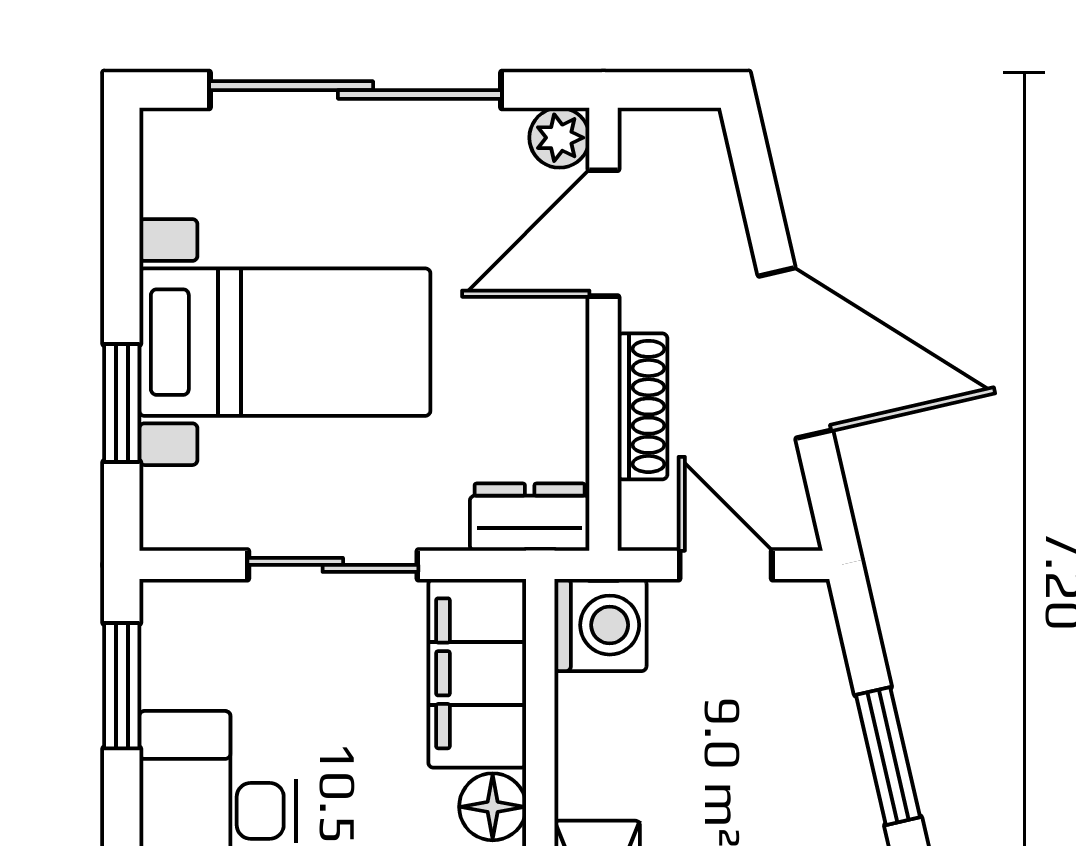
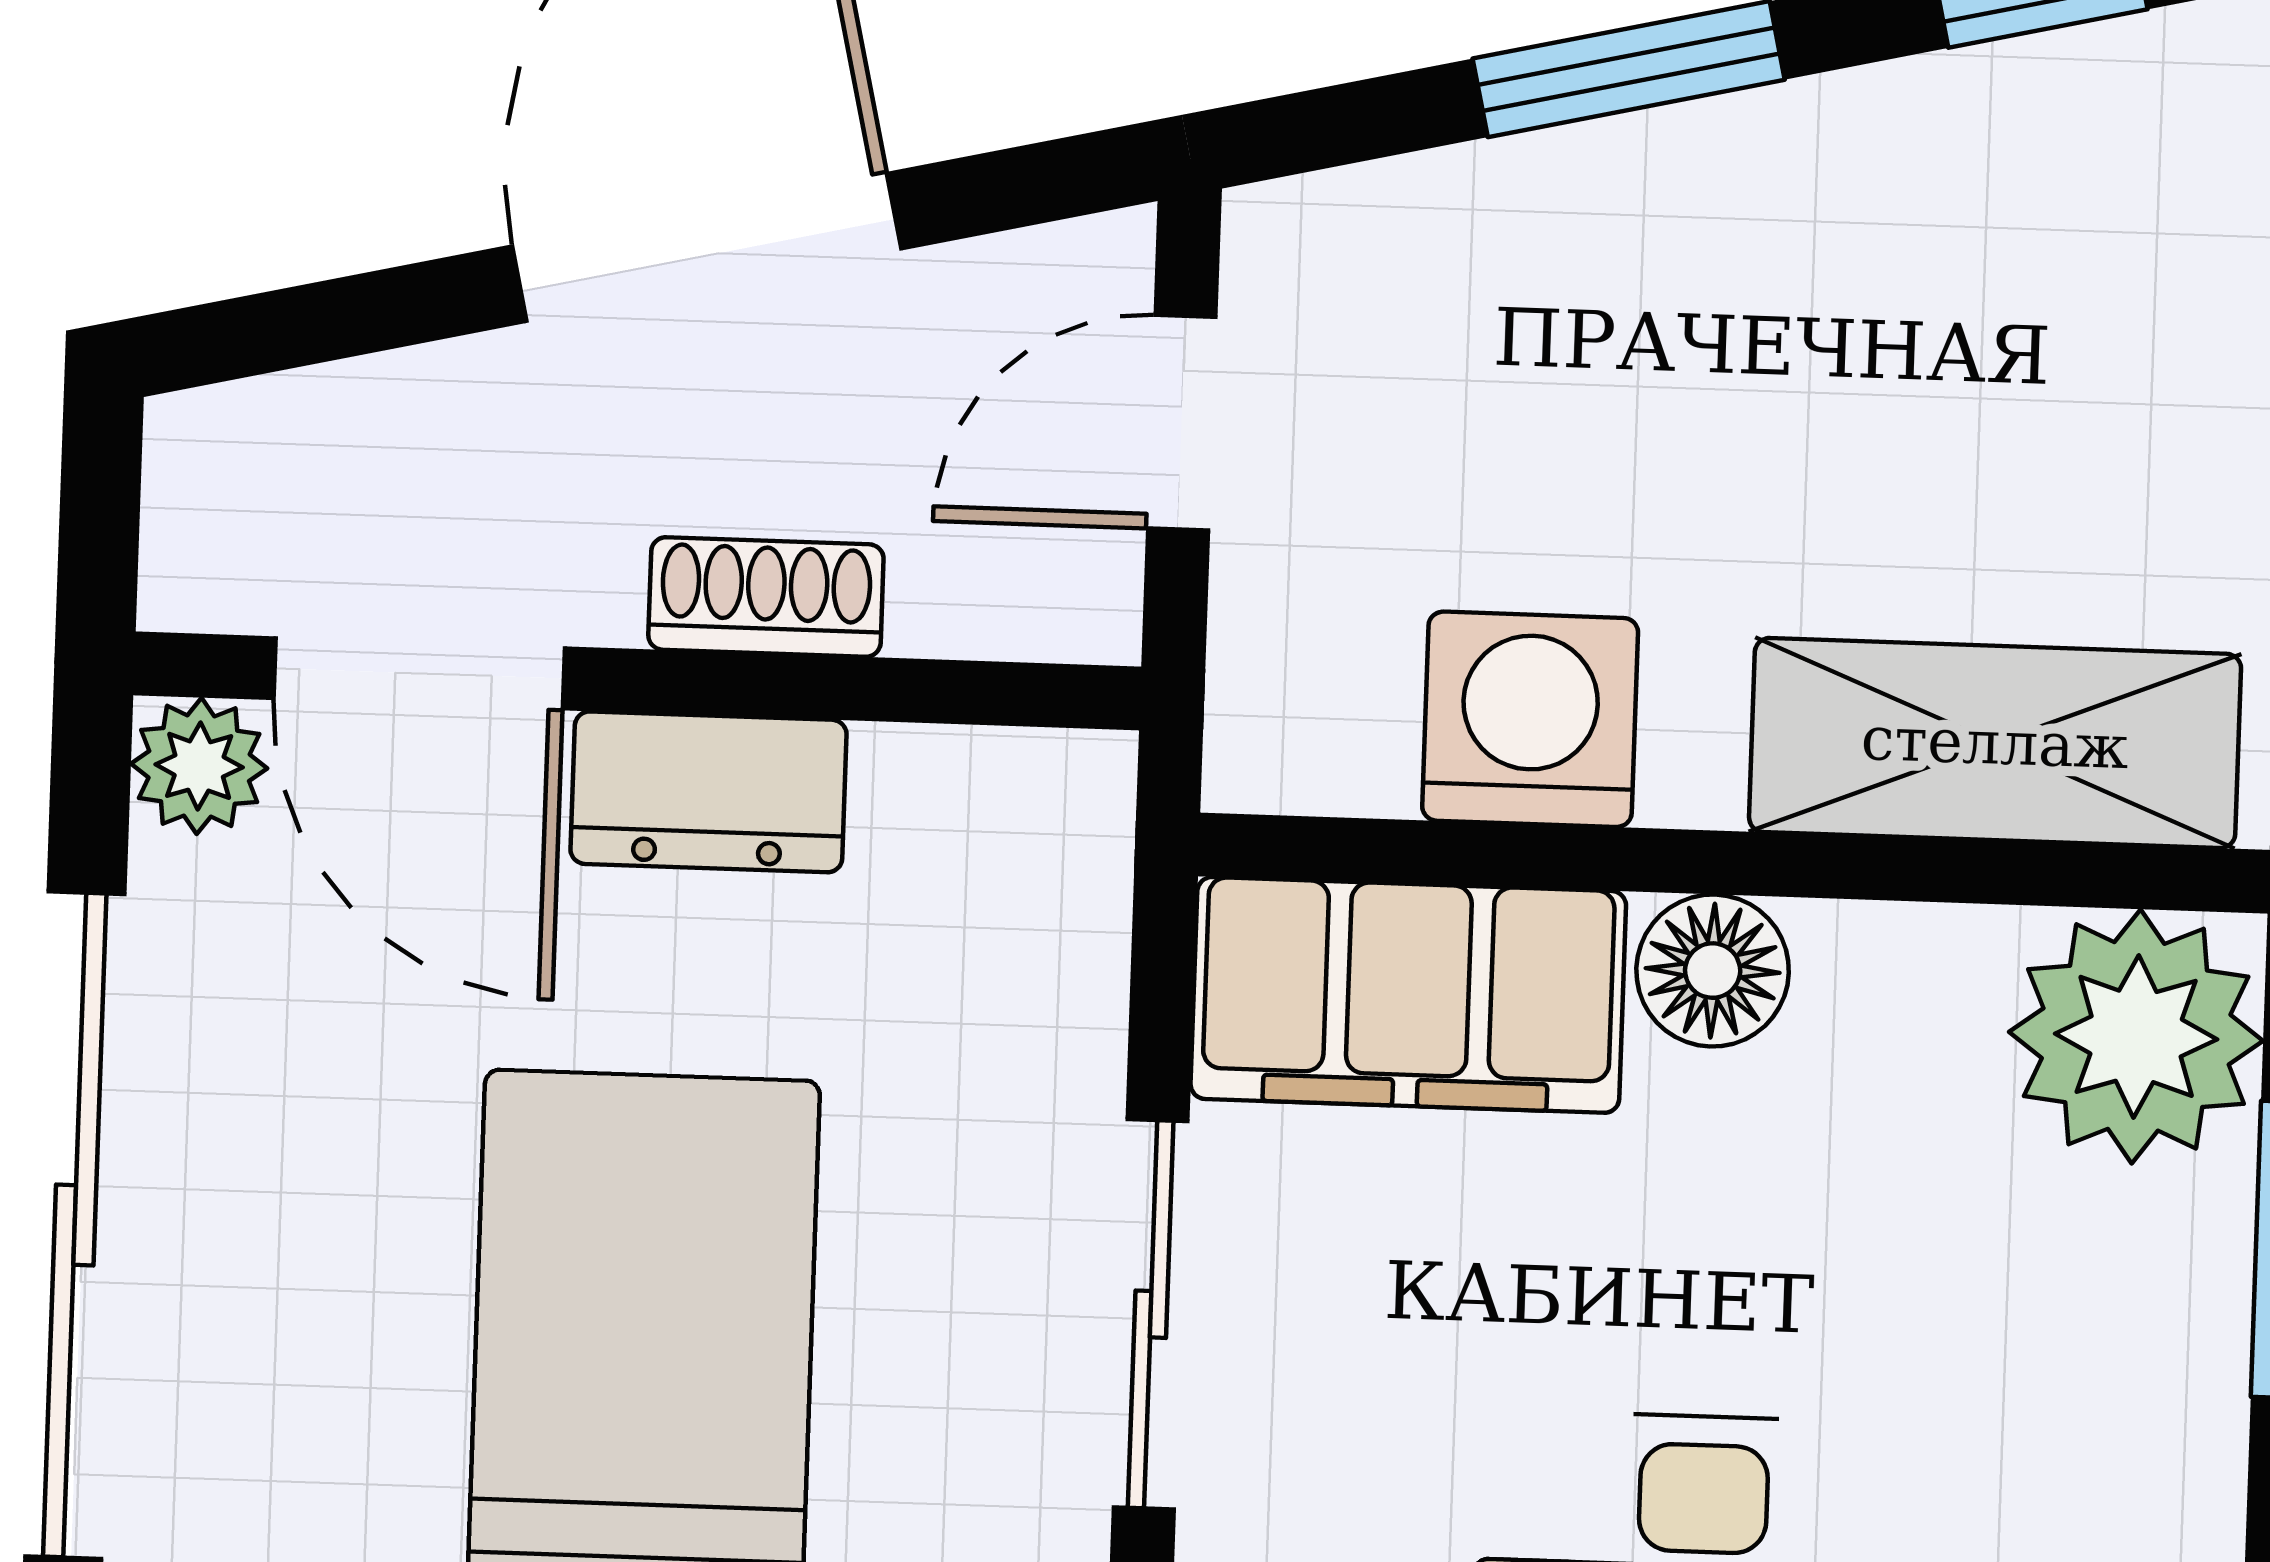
shoe rack: (642, 406) -> (766, 597), width x0.70
dresser: (530, 517) -> (709, 792), moved, turned -90
washing machine: (600, 625) -> (1530, 719), moved

